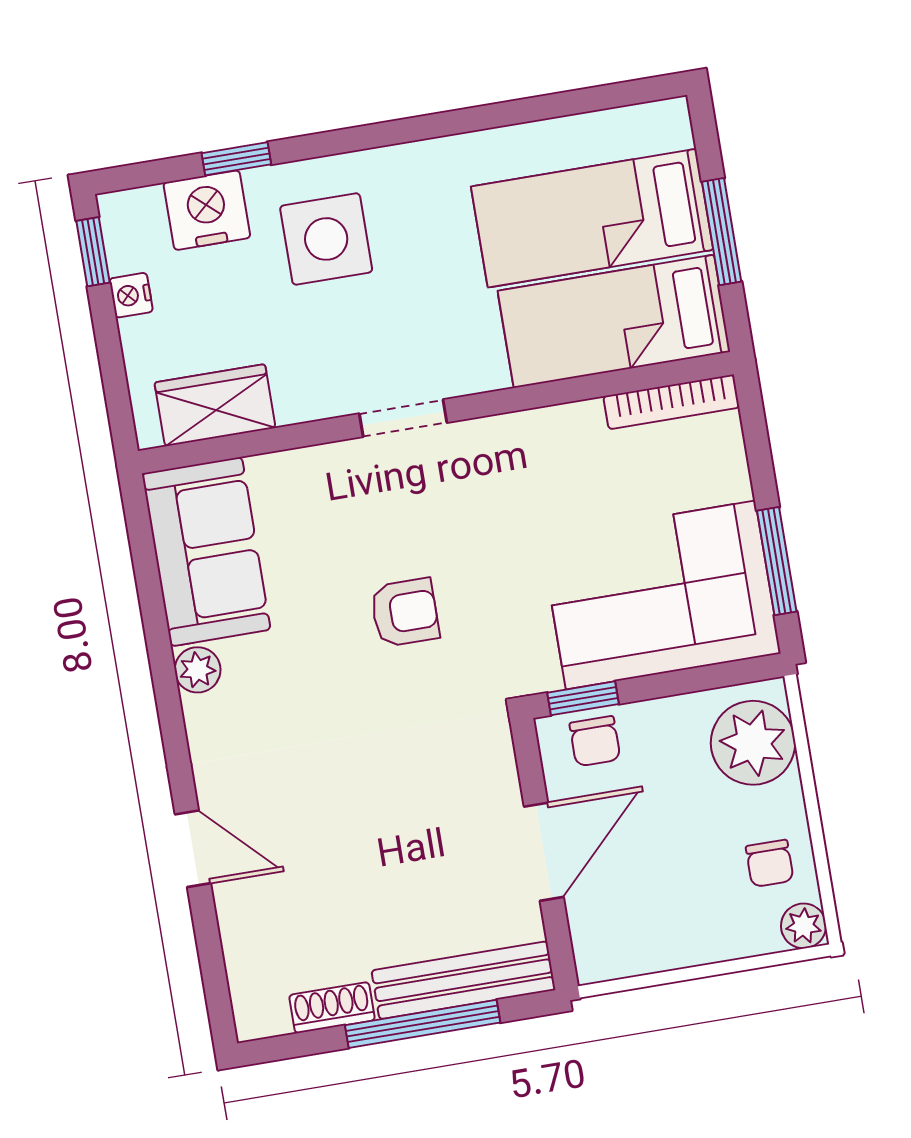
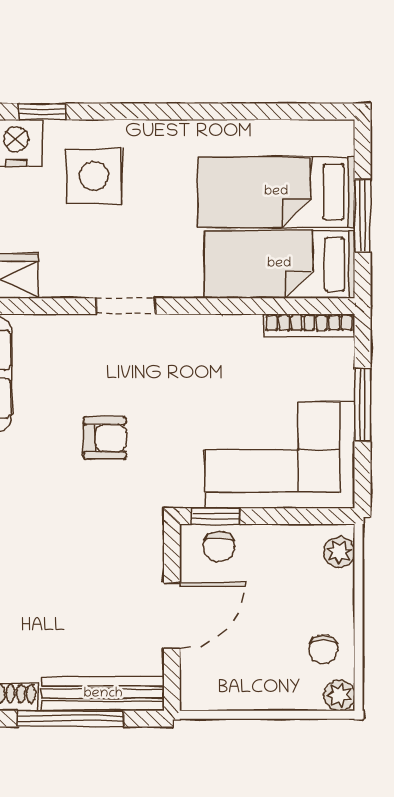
window: (777, 561) -> (362, 405), moved
plant: (753, 743) -> (339, 552), width x0.53, depth x0.53

